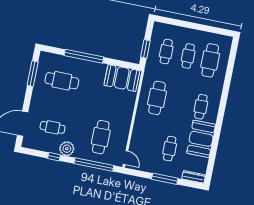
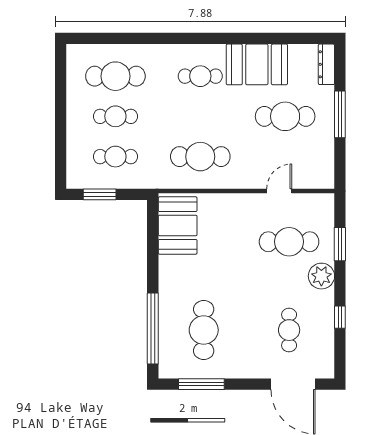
window: (145, 49) -> (100, 194), moved
window: (84, 56) -> (153, 329), moved
plant: (67, 149) -> (321, 276), moved
cafe table: (170, 149) -> (285, 116), width x1.37, depth x1.35
door: (125, 158) -> (279, 191), moved
window: (94, 165) -> (340, 244), width x0.47

